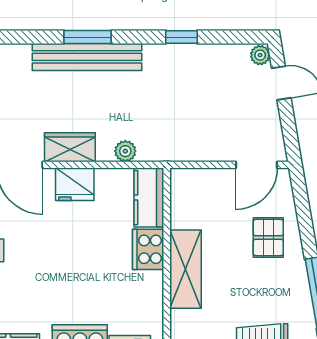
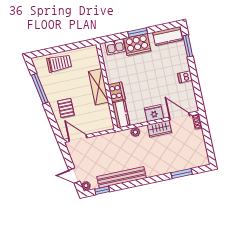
window: (87, 37) -> (182, 173), moved
window: (181, 37) -> (102, 190), moved
bench: (87, 57) -> (121, 177), moved
door: (257, 165) -> (78, 138), hinge flipped

